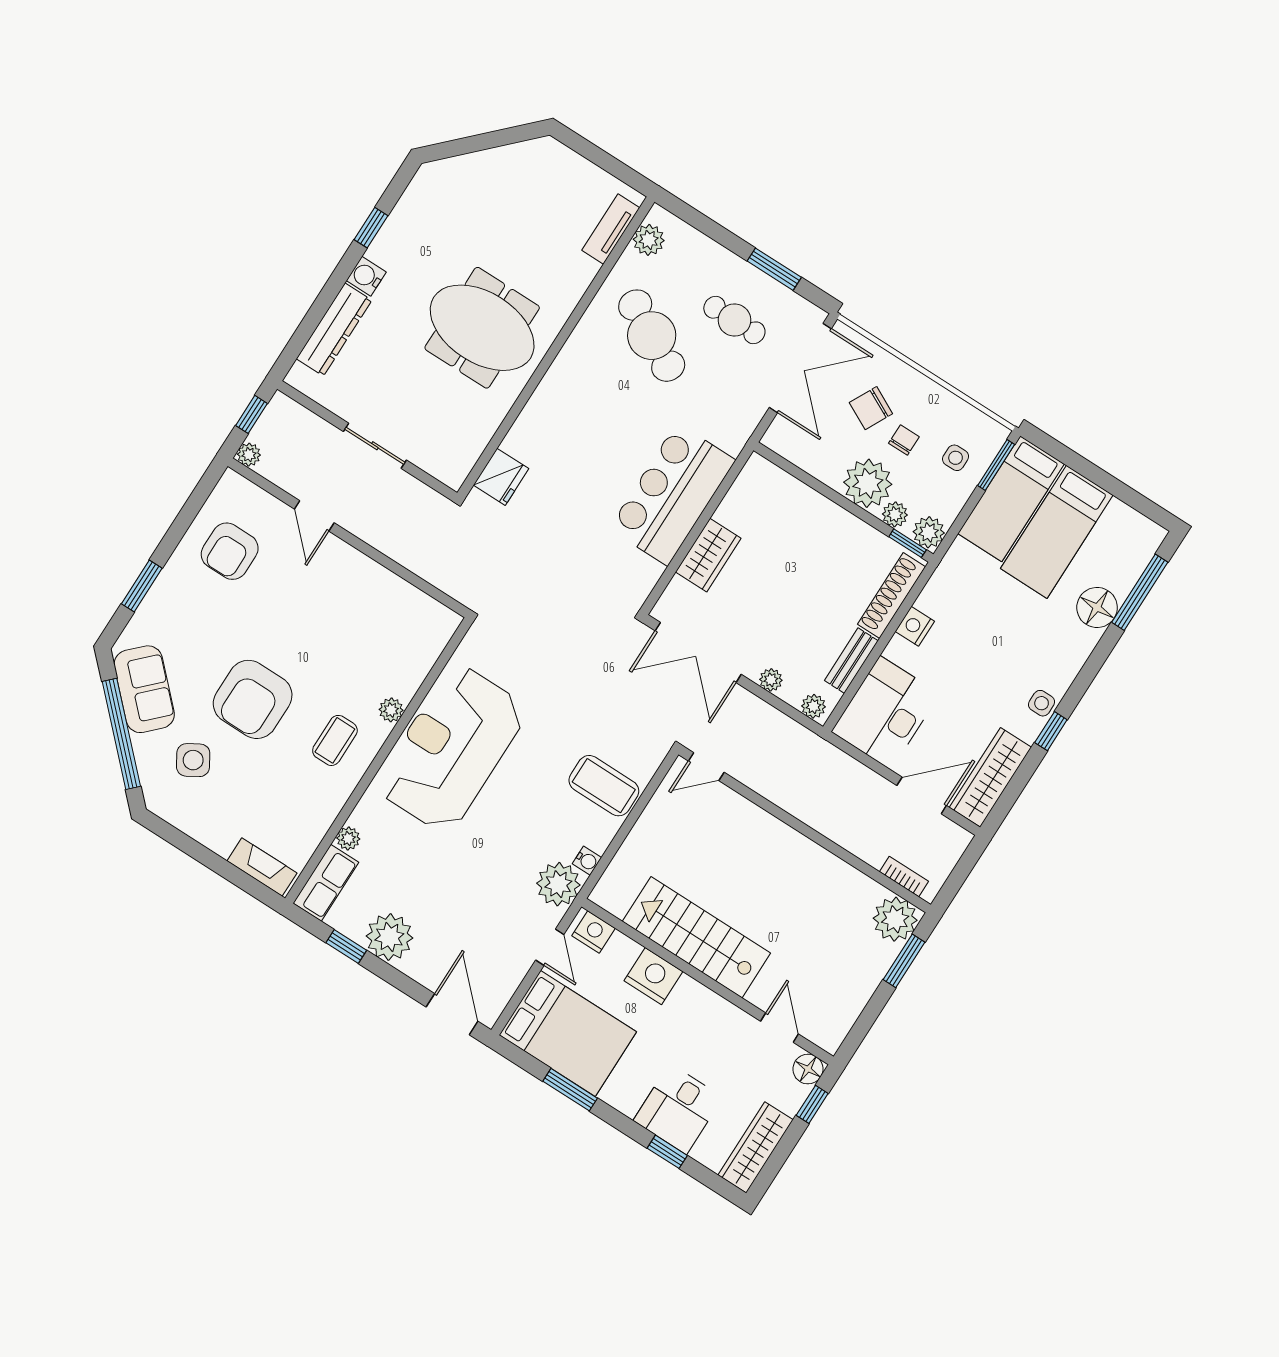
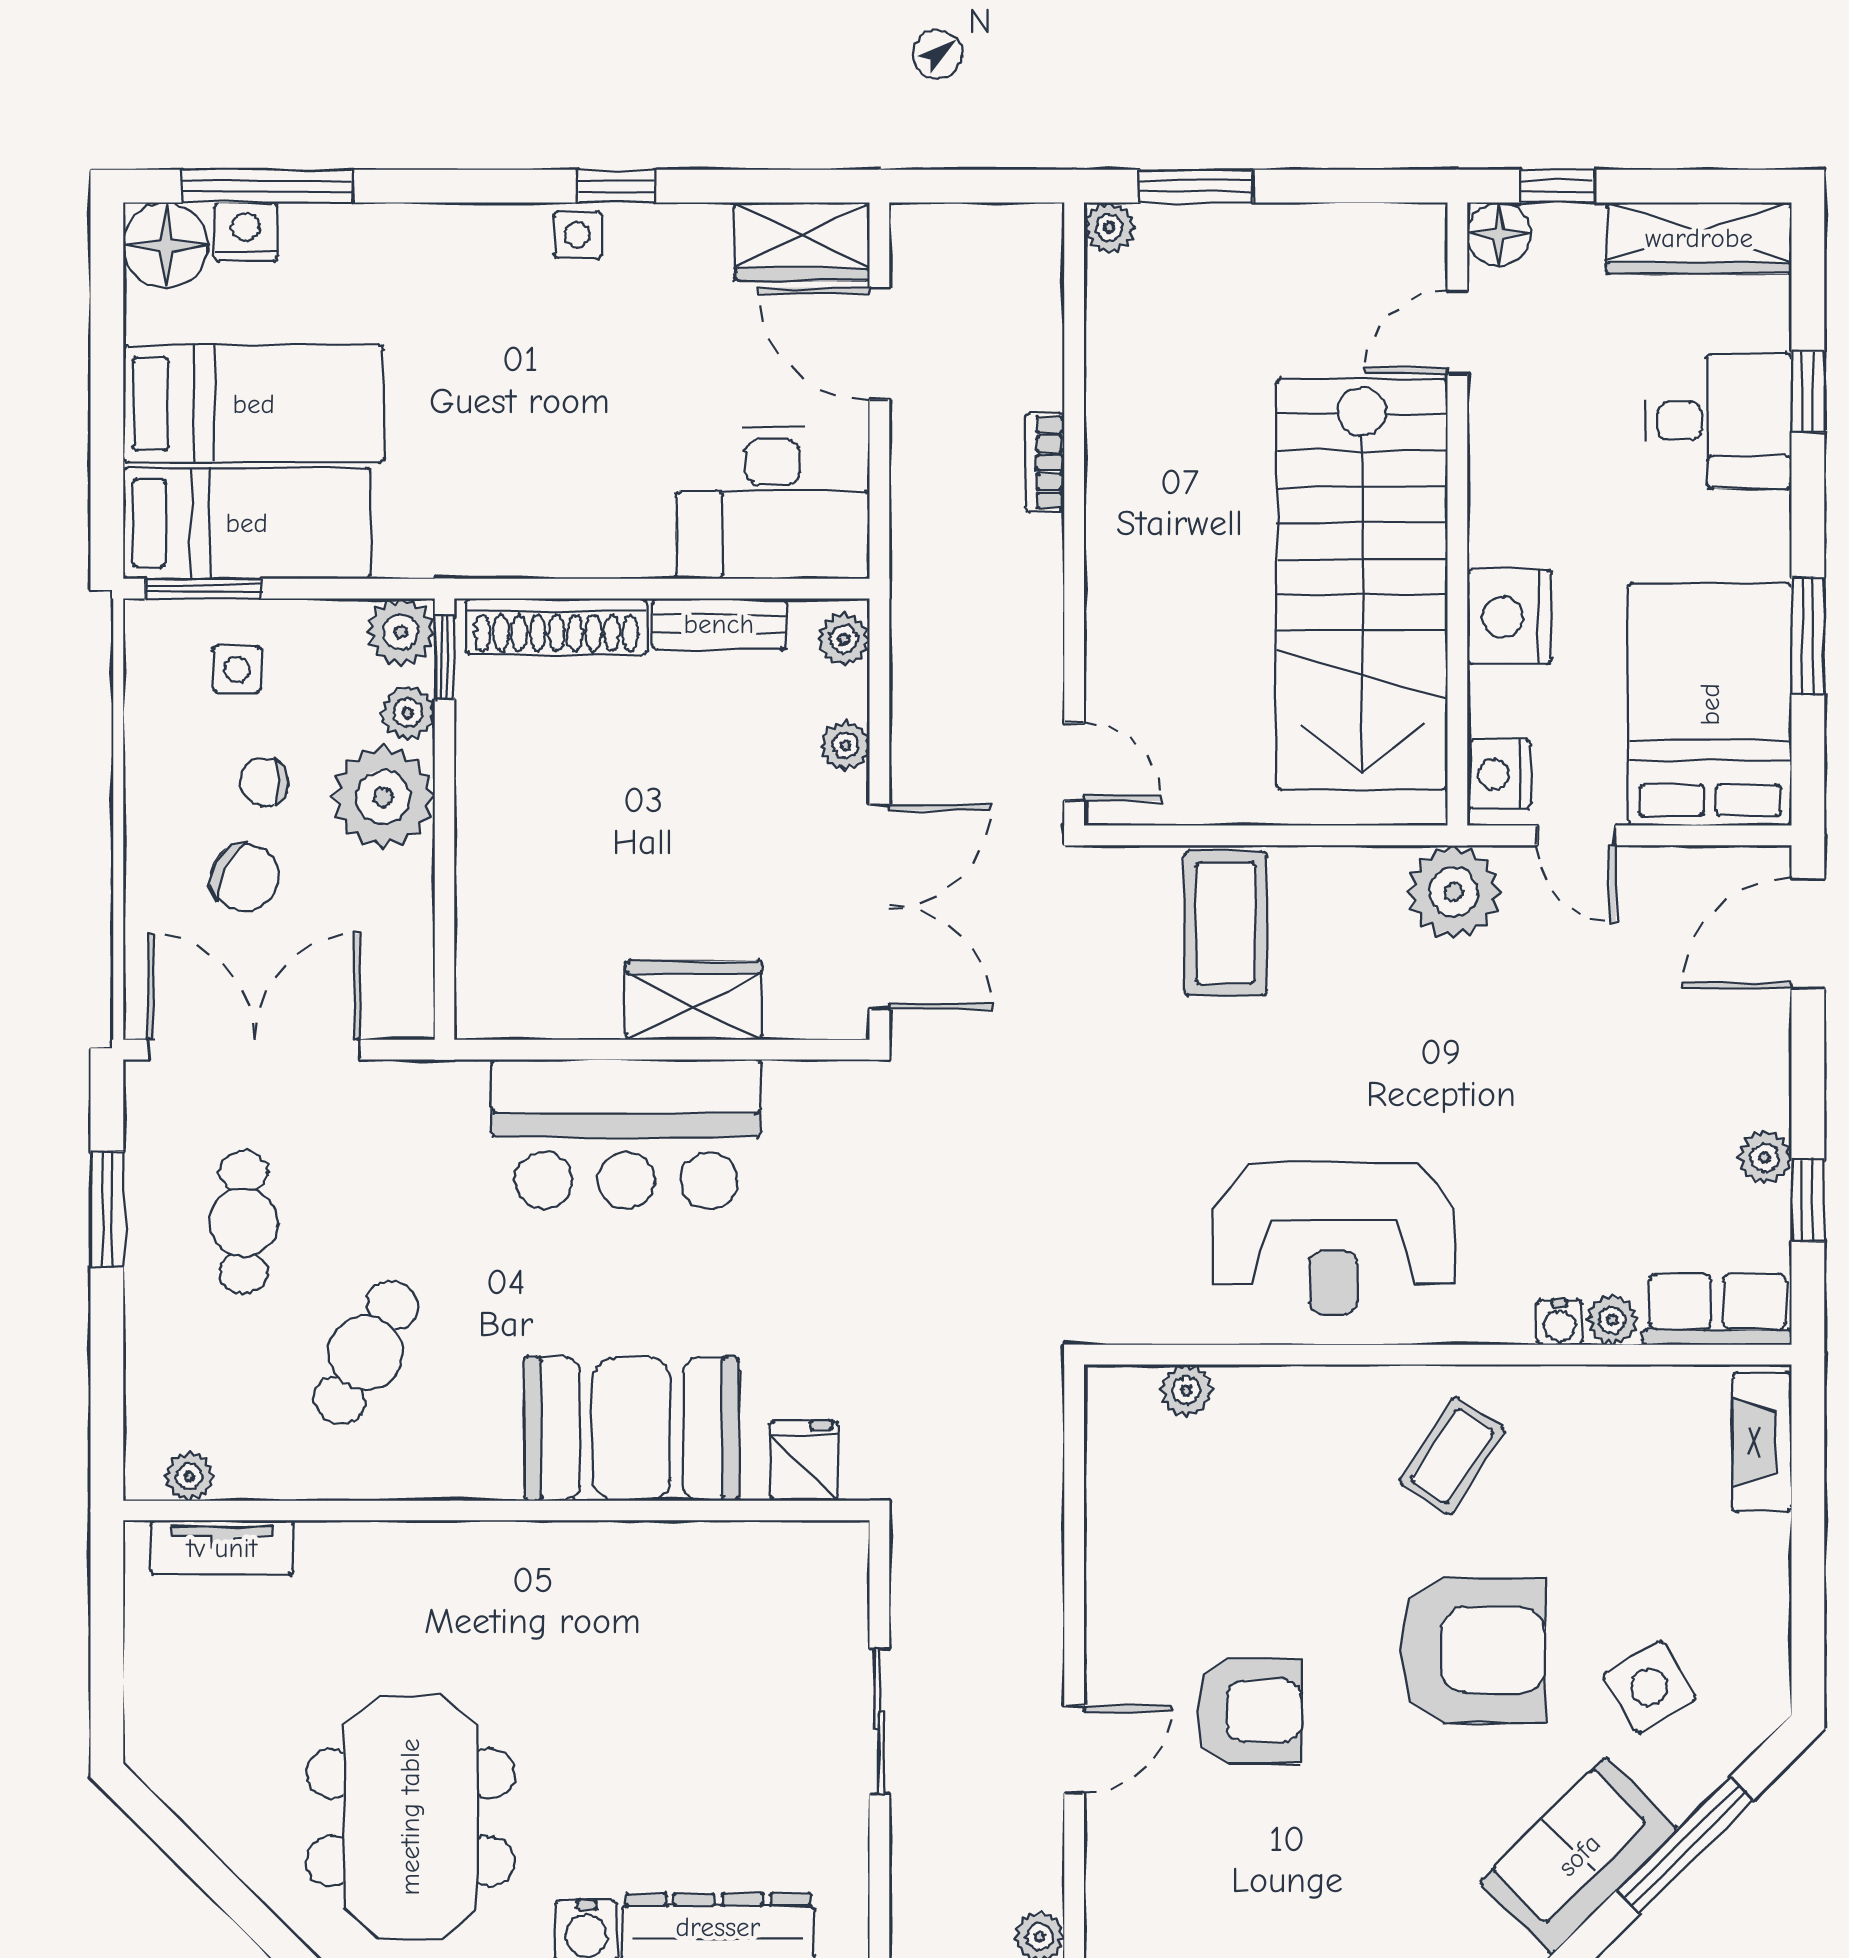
plant: (649, 240) -> (189, 1476), width x0.73, depth x0.73
meeting table: (482, 328) -> (410, 1817), moved
cafe table: (652, 336) -> (366, 1352), width x0.73, depth x0.74
booth: (554, 422) -> (631, 1429), added
fridge: (501, 477) -> (804, 1460), width x0.72
armchair: (230, 551) -> (1249, 1711), moved
floor lamp: (1097, 607) -> (166, 245), moved
nightstand: (915, 626) -> (246, 232), moved, turned 180
plant: (391, 710) -> (1186, 1390), moved
window: (121, 734) -> (1685, 1845), width x0.68
coffee table: (335, 740) -> (1452, 1456), turned -57
reception desk: (451, 749) -> (1333, 1238), width x0.74, depth x0.77
wardrobe: (990, 777) -> (802, 241), width x0.67
water cooler: (587, 861) -> (1559, 1322), moved, turned 180
bookcase: (904, 877) -> (1045, 463), moved
plant: (895, 919) -> (1109, 228), width x0.53, depth x0.53
plant: (389, 937) -> (1765, 1157), width x0.53, depth x0.53
stairs: (696, 937) -> (1362, 584), width x1.36, depth x1.51
door: (550, 947) -> (1576, 835), swing flipped

